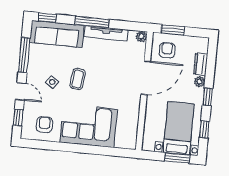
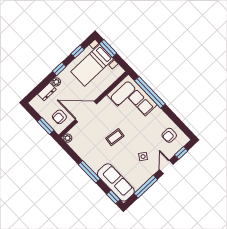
tv unit: (106, 33) -> (87, 158), removed
coffee table: (78, 79) -> (115, 137), moved
corner sofa: (89, 126) -> (132, 100), moved
window: (100, 150) -> (150, 92), added

